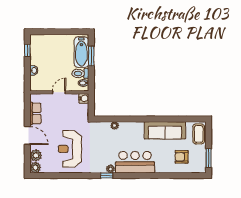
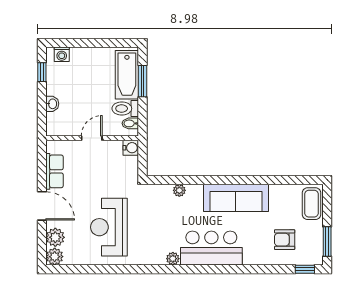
washing machine: (40, 39) -> (62, 54), added
sofa: (165, 130) -> (236, 198), moved
window: (107, 176) -> (305, 269), moved

